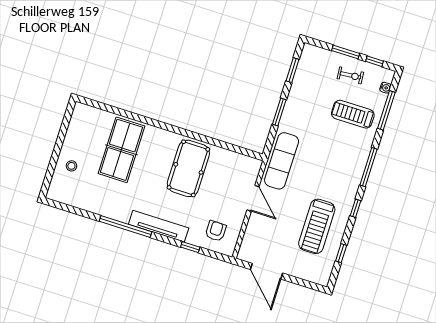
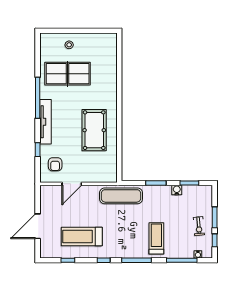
water cooler: (296, 89) -> (177, 190), added
treadmill: (353, 114) -> (156, 238), moved
table tennis table: (121, 150) -> (68, 74), moved
pool table: (188, 168) -> (94, 130), turned 90
door: (253, 198) -> (72, 184), moved
armchair: (216, 231) -> (55, 164), turned 90
door: (266, 271) -> (38, 226), moved

